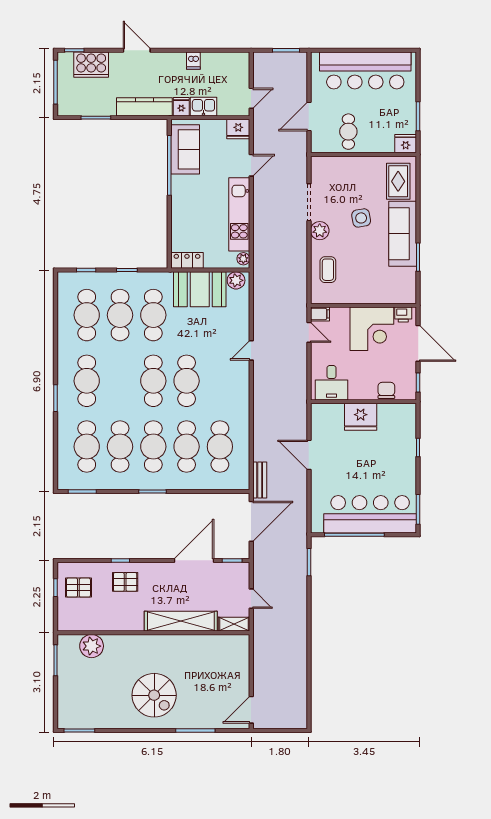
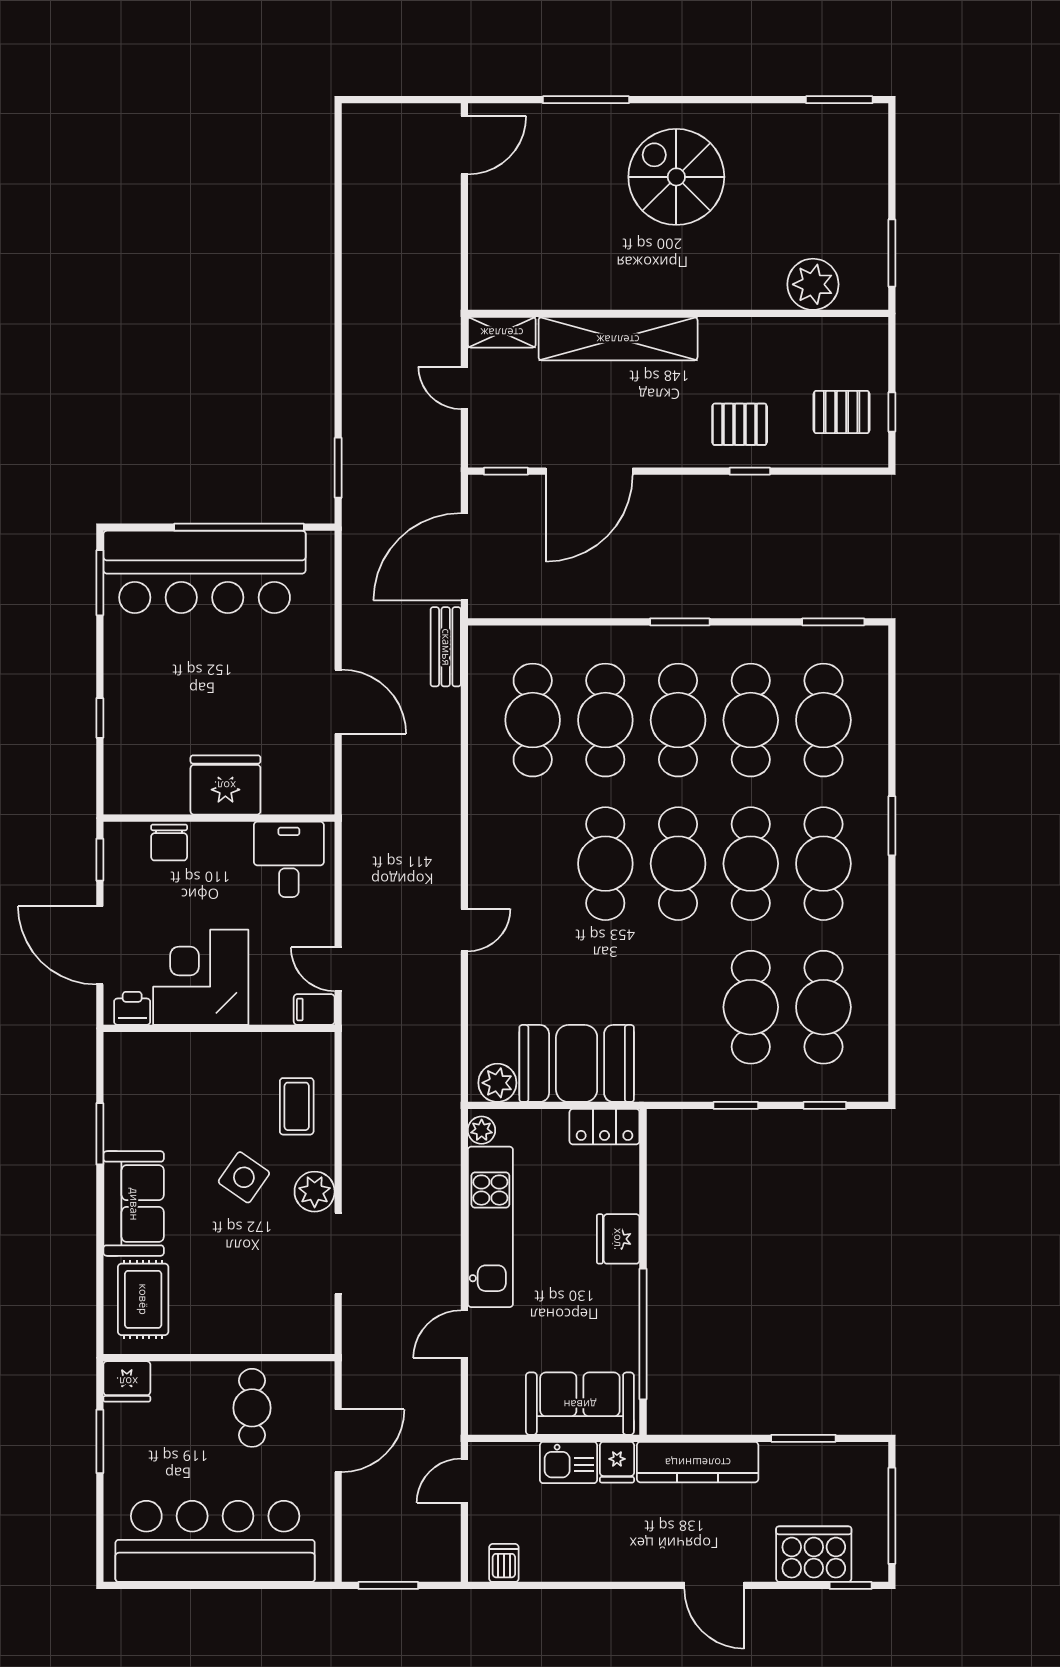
dishwasher: (193, 61) -> (504, 1563), moved
fridge: (238, 129) -> (618, 1239), moved, turned -90
sofa: (185, 149) -> (580, 1404), moved, turned 90
side table: (361, 218) -> (244, 1177), moved, turned 45
sofa: (403, 234) -> (134, 1204), width x0.73
cafe table: (153, 315) -> (751, 864), moved

